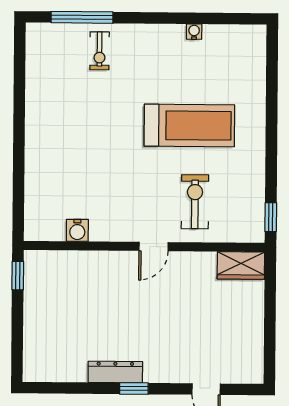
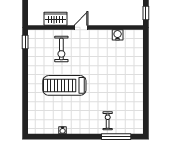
wardrobe: (241, 266) -> (56, 19), moved

